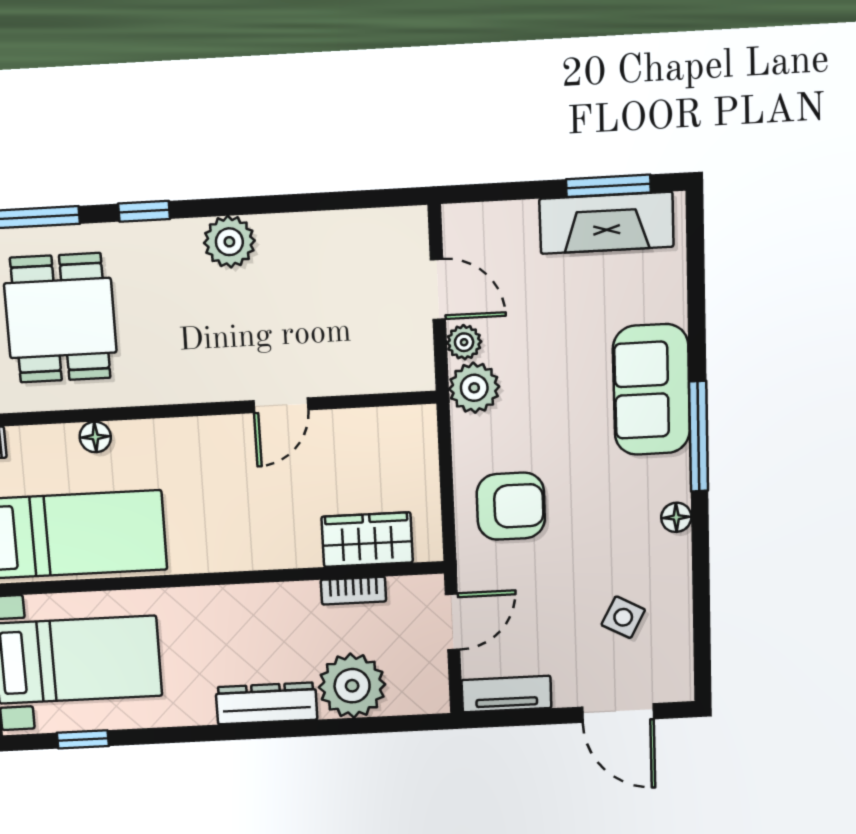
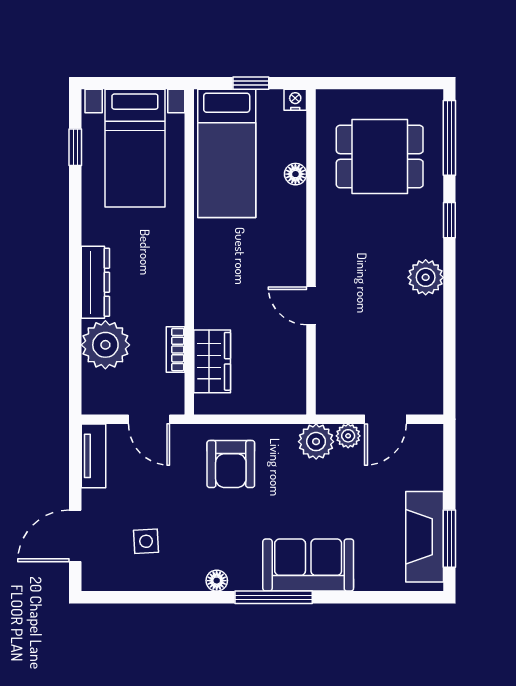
side table: (623, 617) -> (146, 541), turned -31

